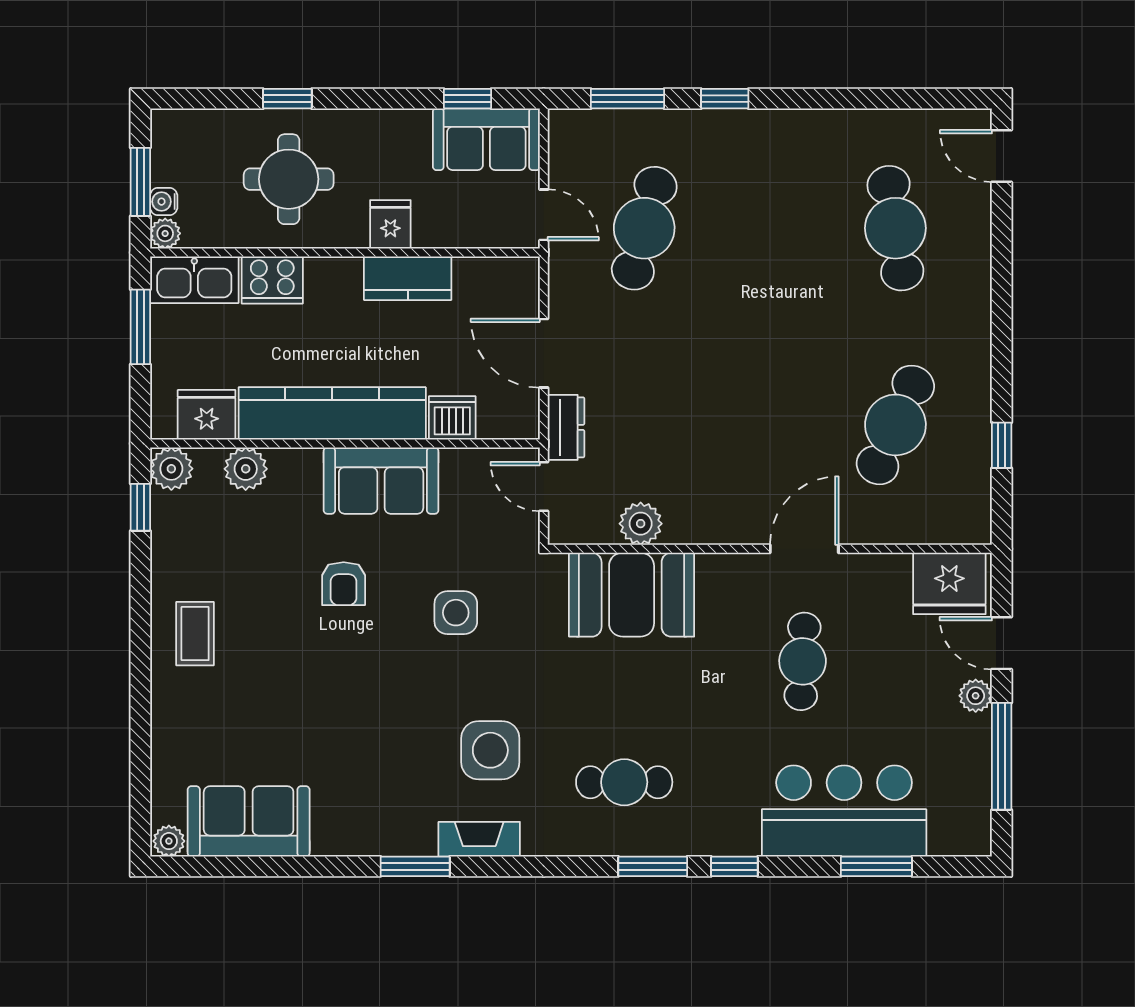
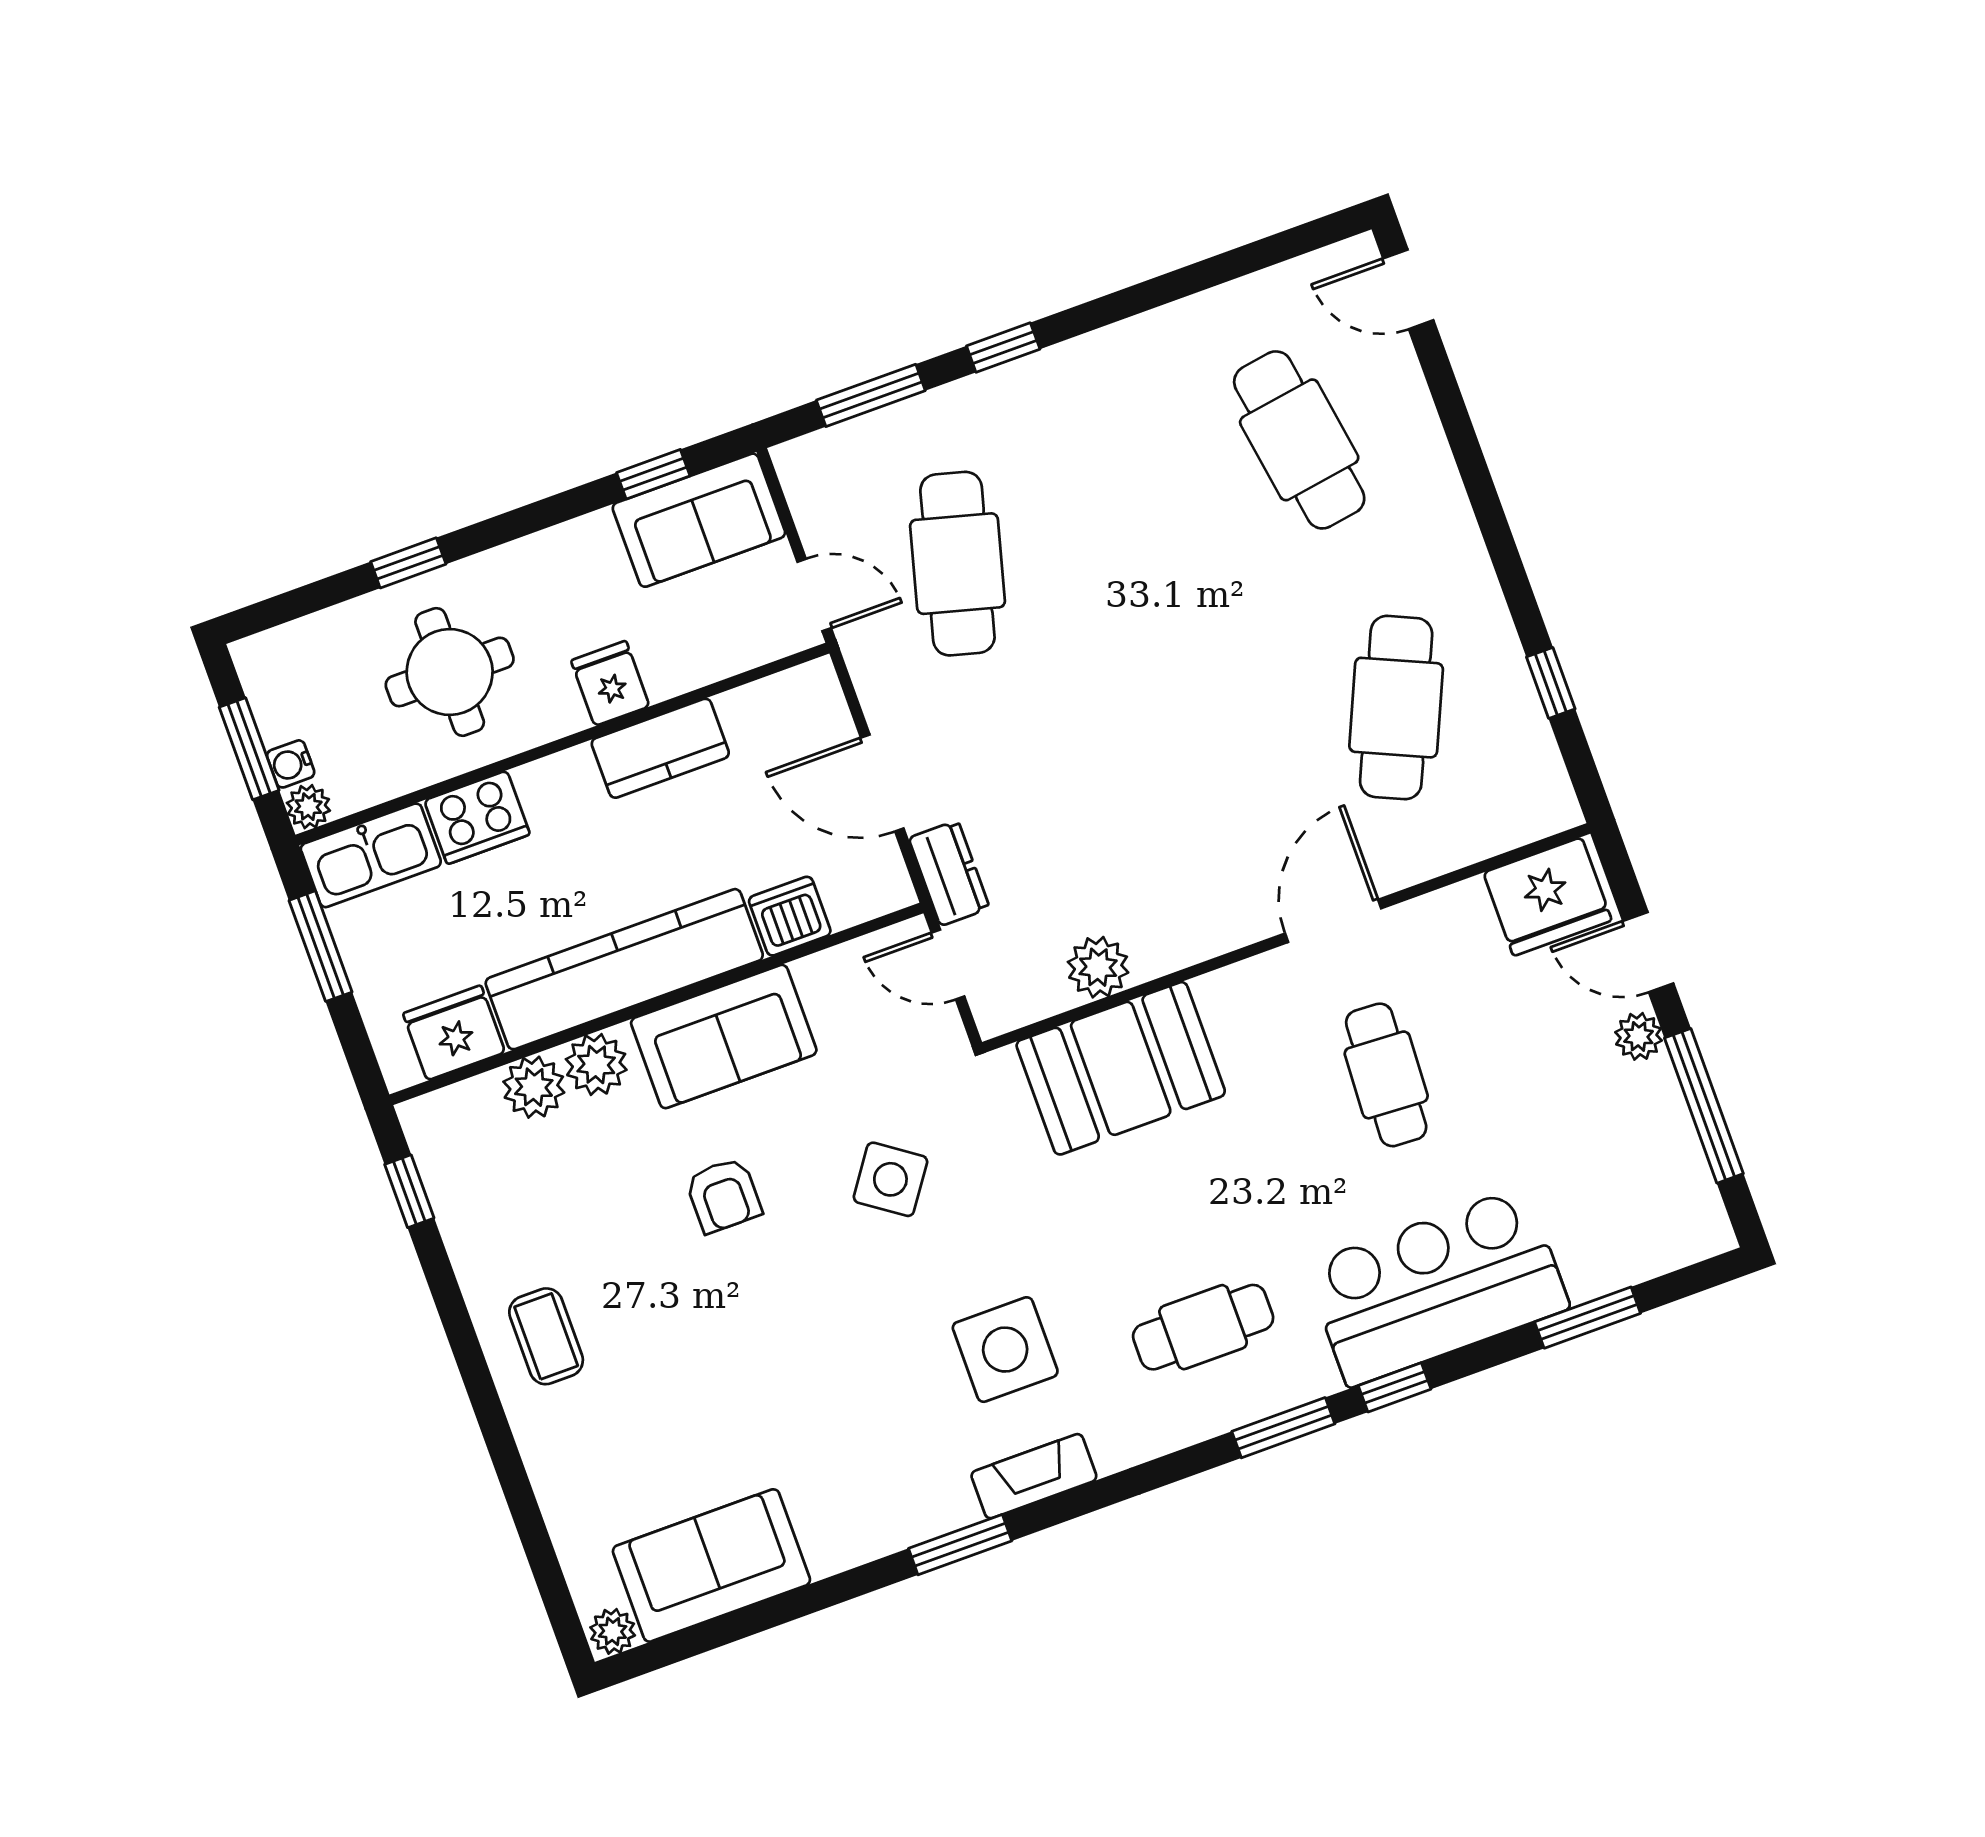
plant: (171, 469) -> (596, 1065), moved
side table: (456, 613) -> (890, 1179), turned 35
bar counter: (844, 811) -> (1437, 1287), moved

